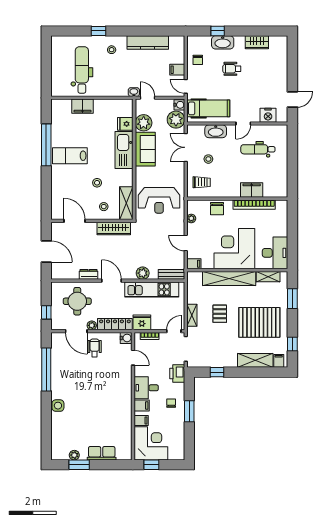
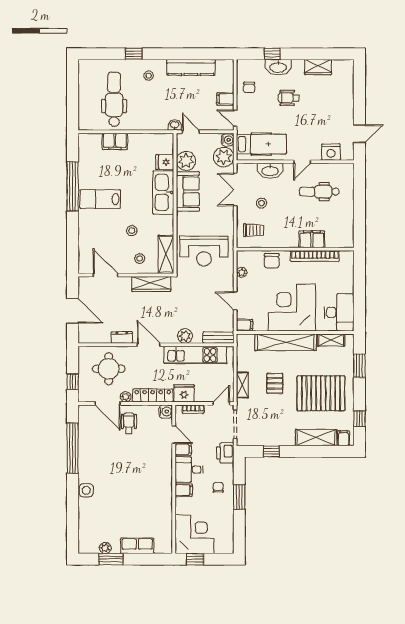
filing cabinet: (141, 420) -> (183, 449), moved

